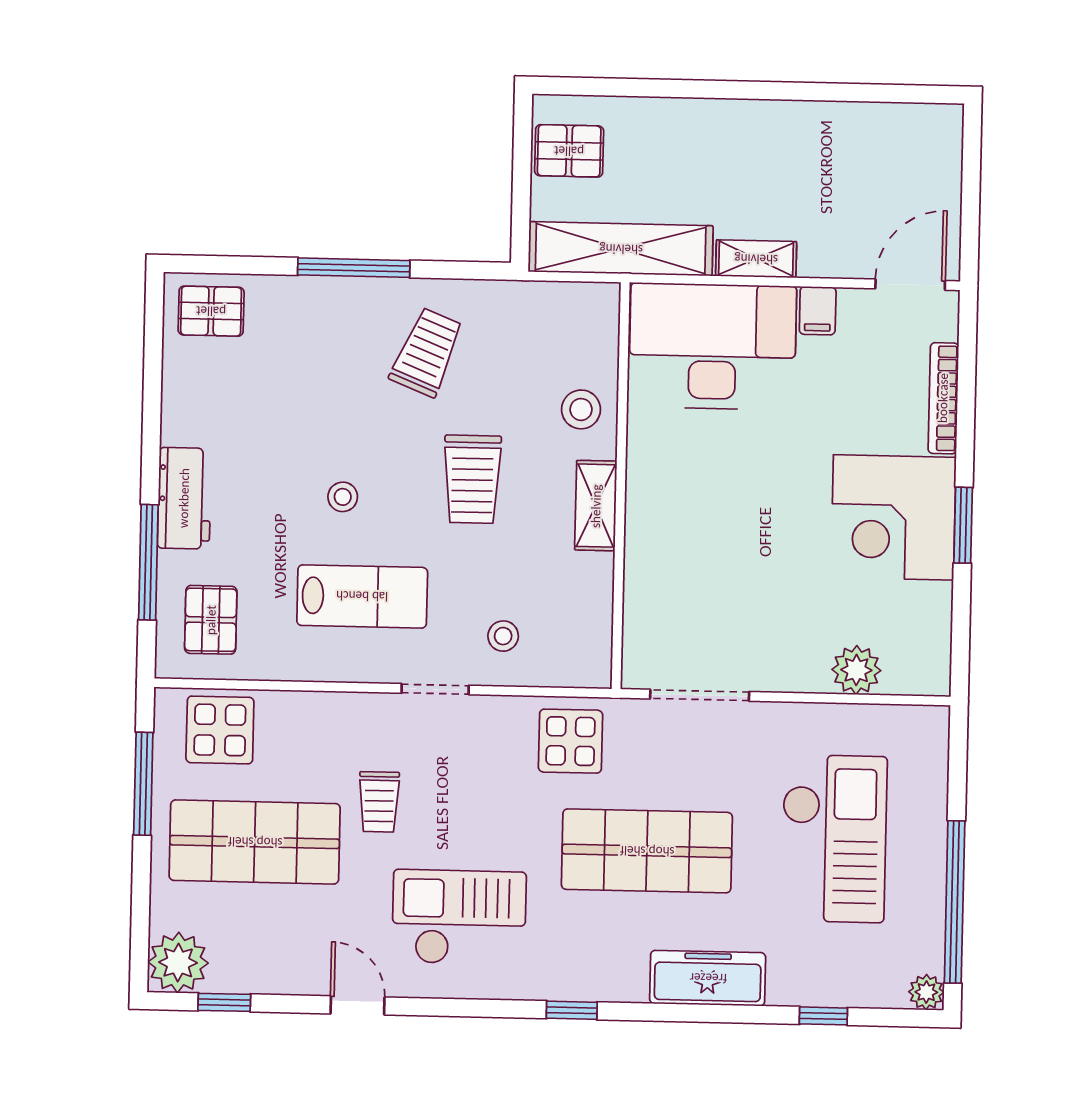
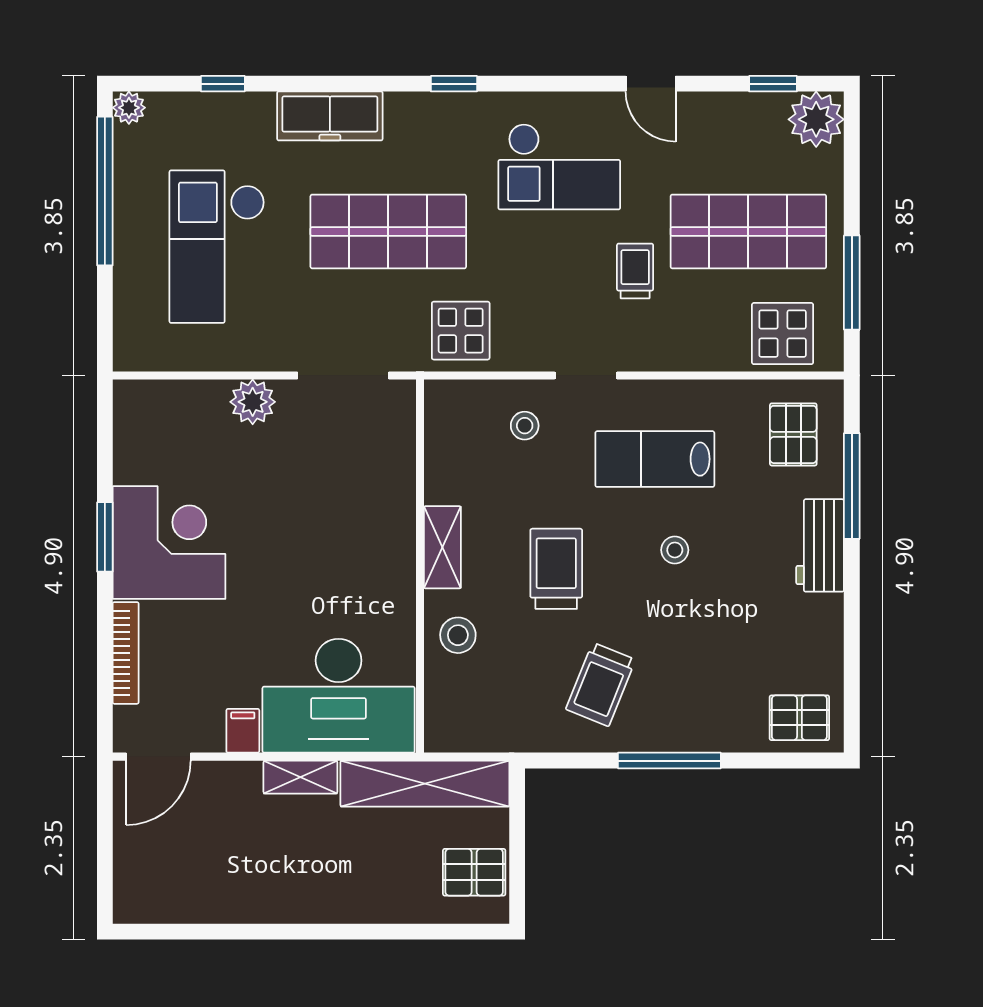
plant: (856, 670) -> (253, 402), moved

